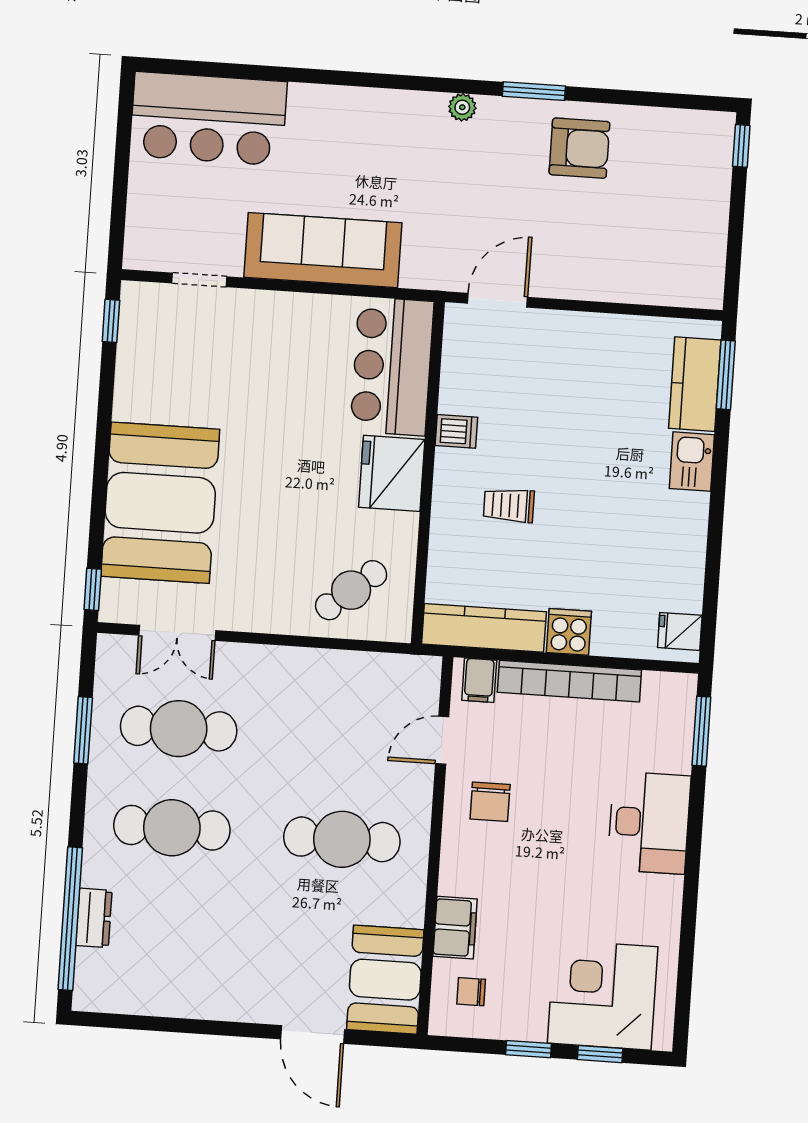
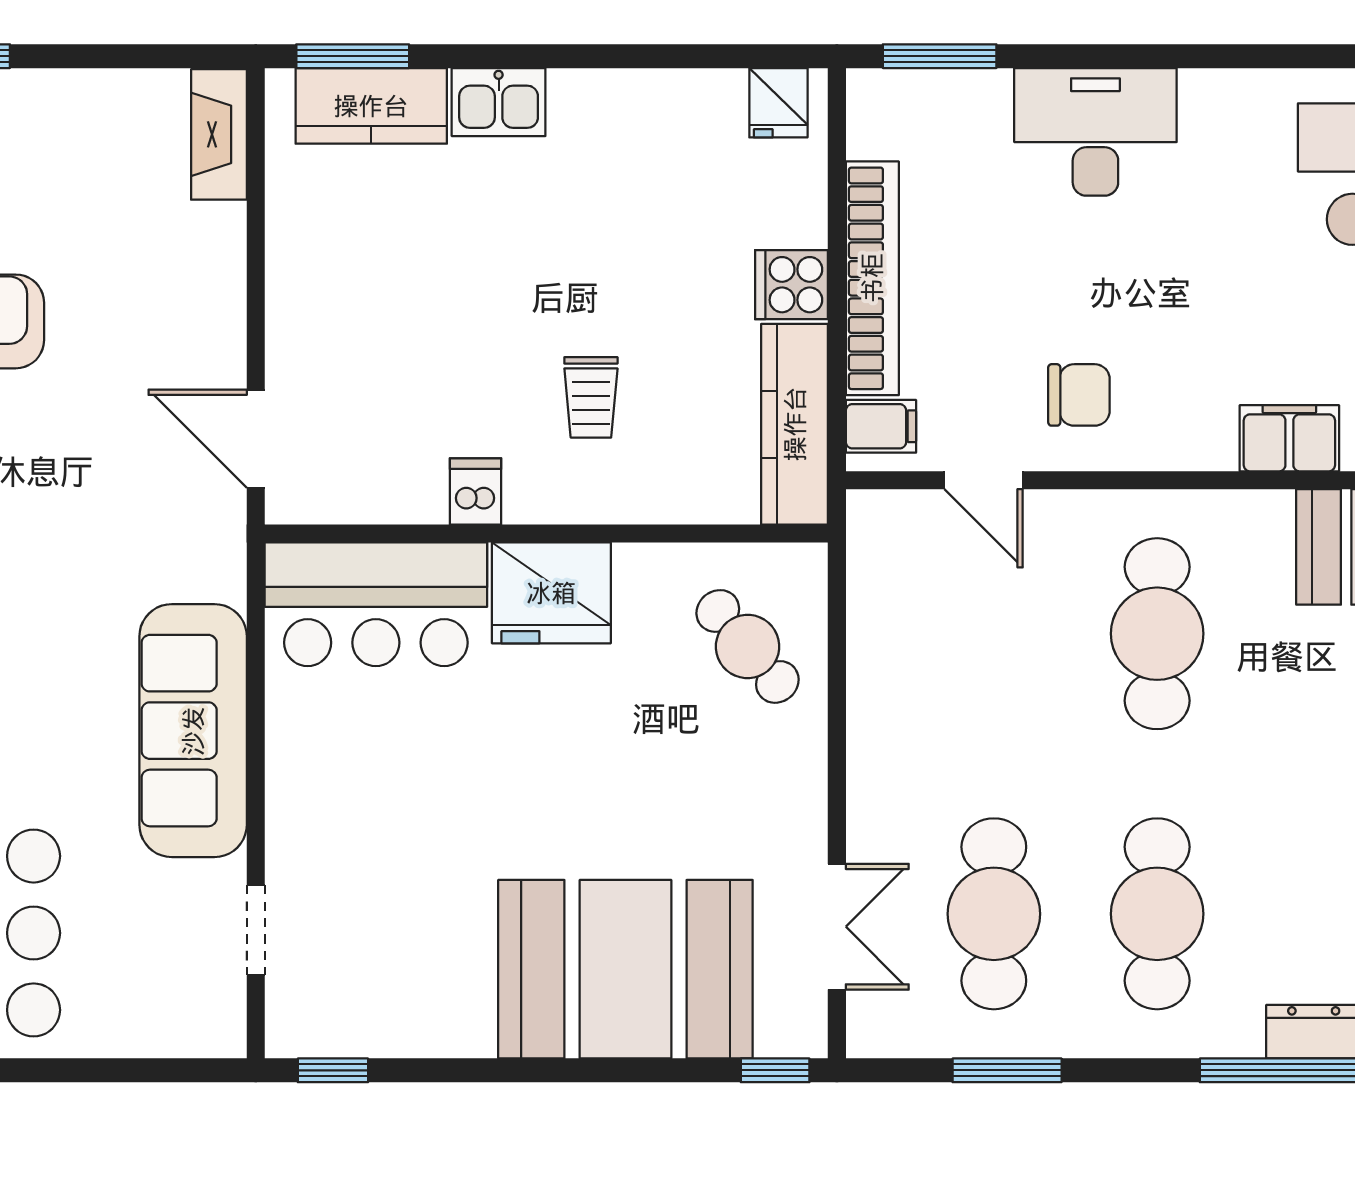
fireplace: (684, 290) -> (219, 134), added

